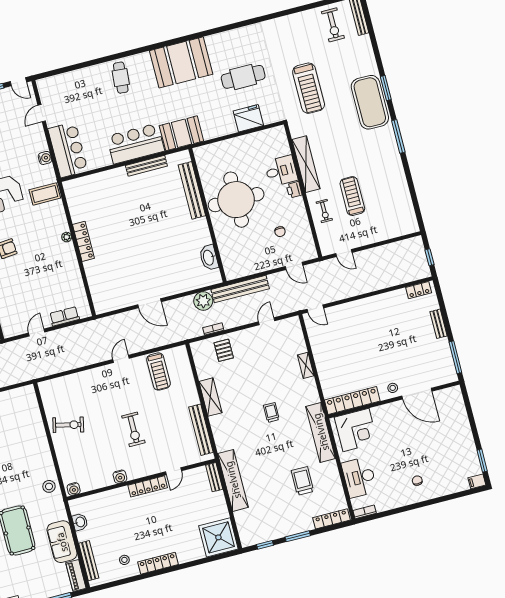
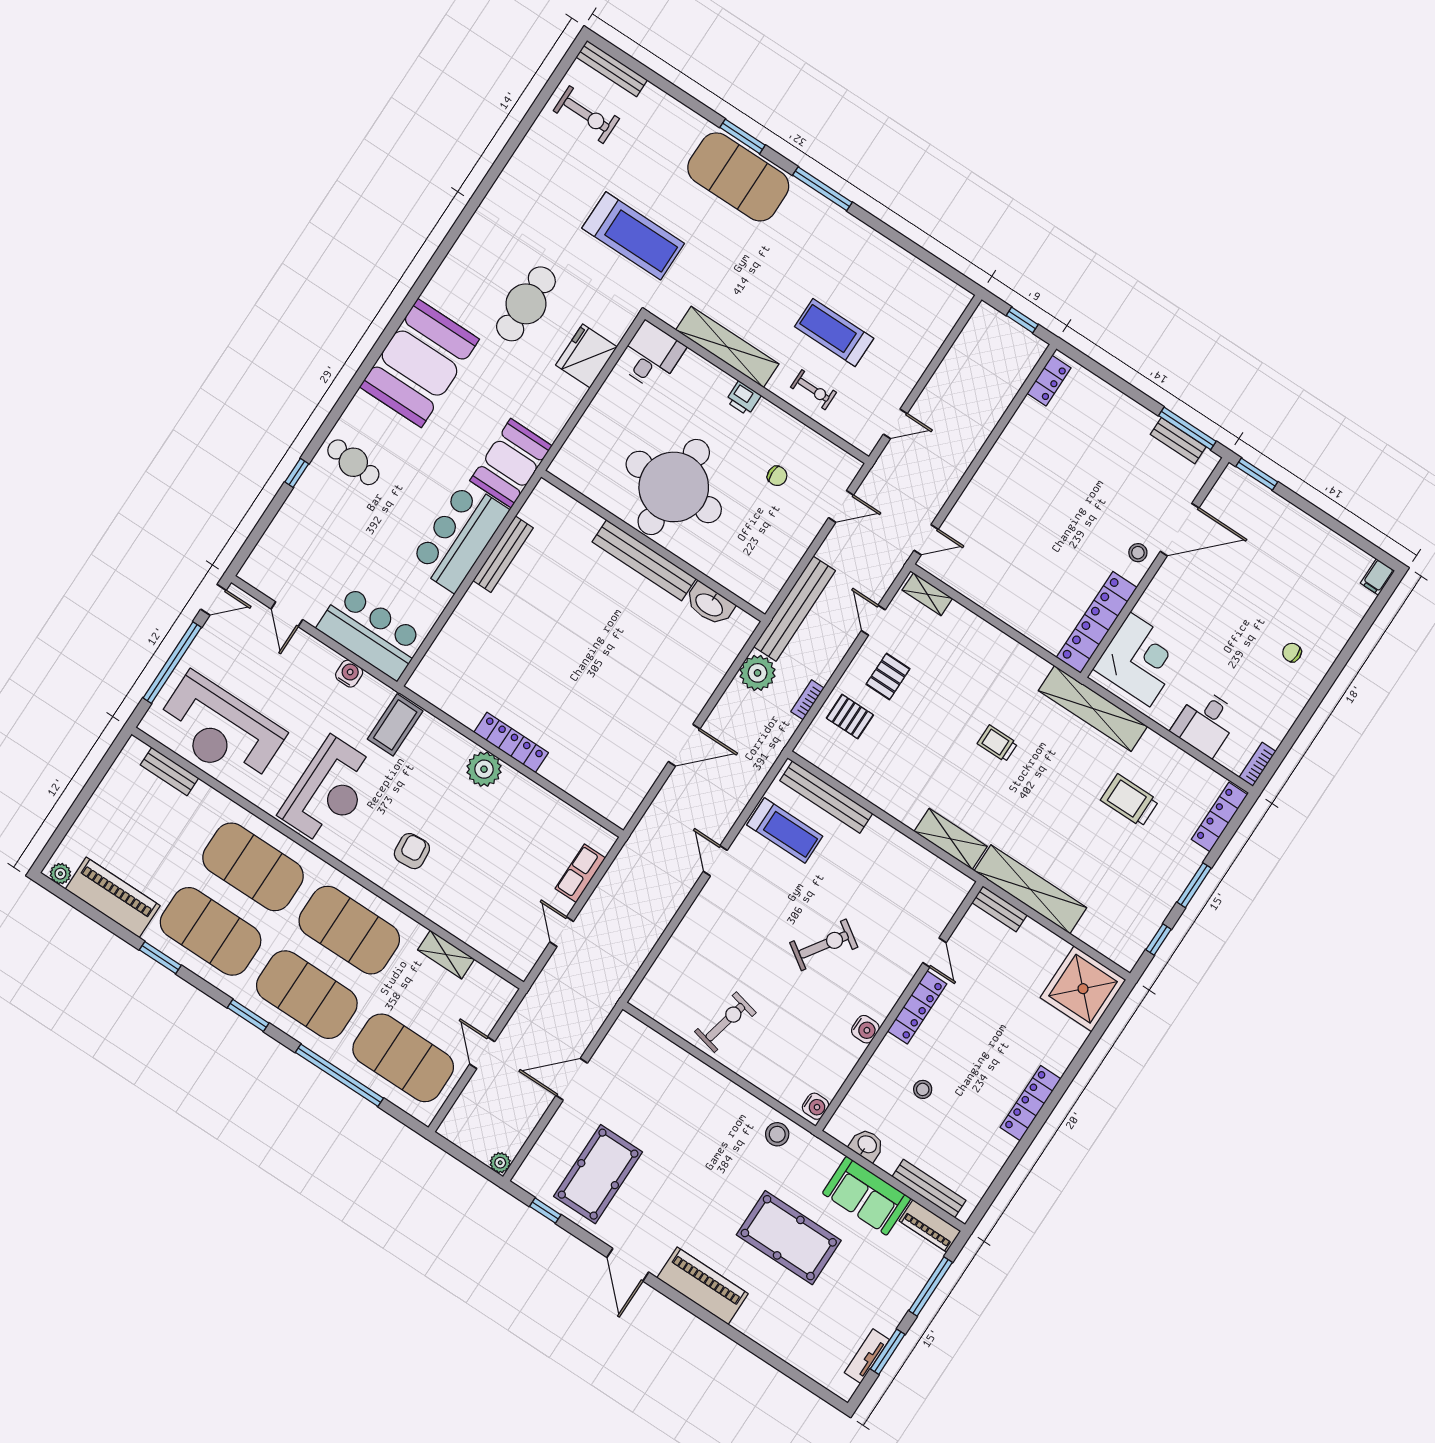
window: (95, 62) -> (297, 473), added
desk: (281, 171) -> (651, 356), moved
bench: (192, 190) -> (644, 560), moved
plant: (67, 237) -> (484, 769), width x1.88, depth x1.88
bench: (439, 324) -> (1178, 441), moved
pallet: (252, 348) -> (888, 676), added
shelving: (306, 365) -> (927, 594), moved
shelving: (210, 397) -> (951, 839), moved
exercise bike: (133, 429) -> (824, 945), turned -56
bench: (201, 430) -> (826, 797), moved
window: (482, 461) -> (1257, 474), moved
desk: (359, 477) -> (1206, 722), width x0.73
stool: (124, 560) -> (923, 1089), moved

